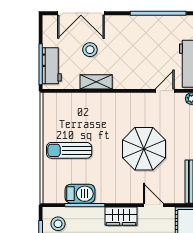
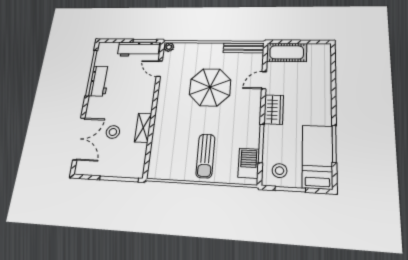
workbench: (52, 66) -> (99, 81), moved, turned 90
barbecue: (80, 194) -> (249, 163), moved

